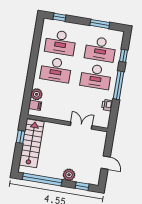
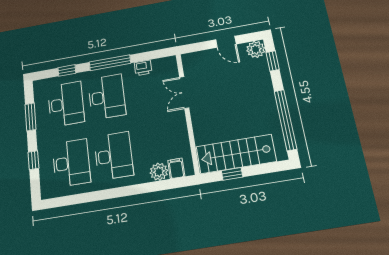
window: (59, 17) -> (33, 160), moved
door: (106, 163) -> (226, 42), swing flipped
plant: (69, 175) -> (256, 49), moved

